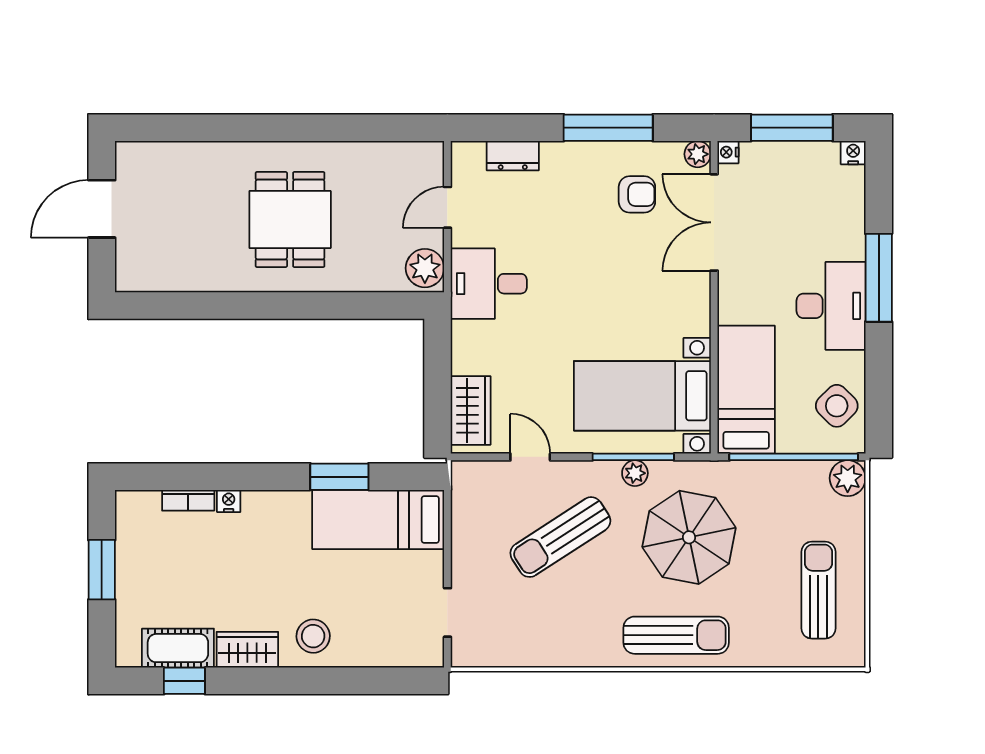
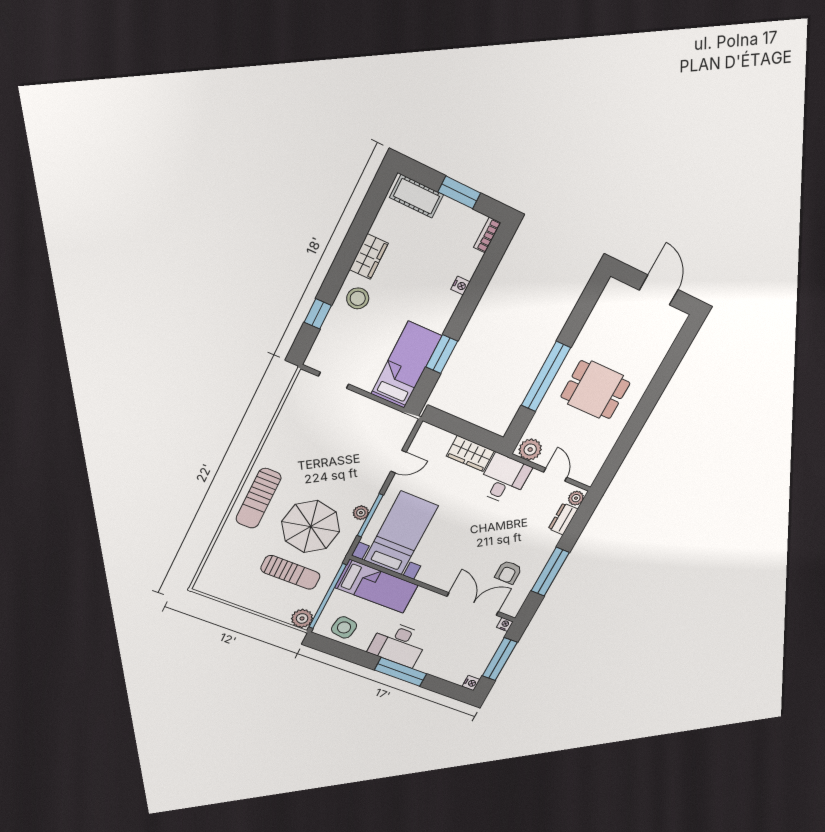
plant: (698, 154) -> (576, 498), moved
window: (304, 306) -> (546, 377), added
side table: (837, 406) -> (344, 627), turned -37
wardrobe: (471, 410) -> (470, 453), moved
bookcase: (188, 500) -> (487, 235), moved
sun lounger: (560, 537) -> (345, 459), removed
sun lounger: (818, 590) -> (290, 572), moved
cot: (178, 648) -> (417, 196), moved, turned 90
window: (184, 681) -> (318, 314), moved

